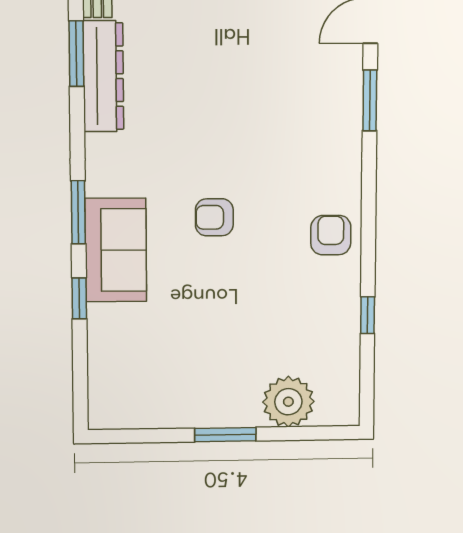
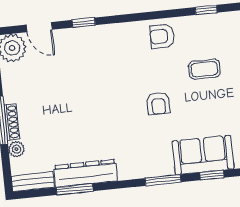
window: (370, 100) -> (84, 23), width x0.67
sofa: (116, 250) -> (203, 155), moved
coffee table: (266, 303) -> (204, 69), added

